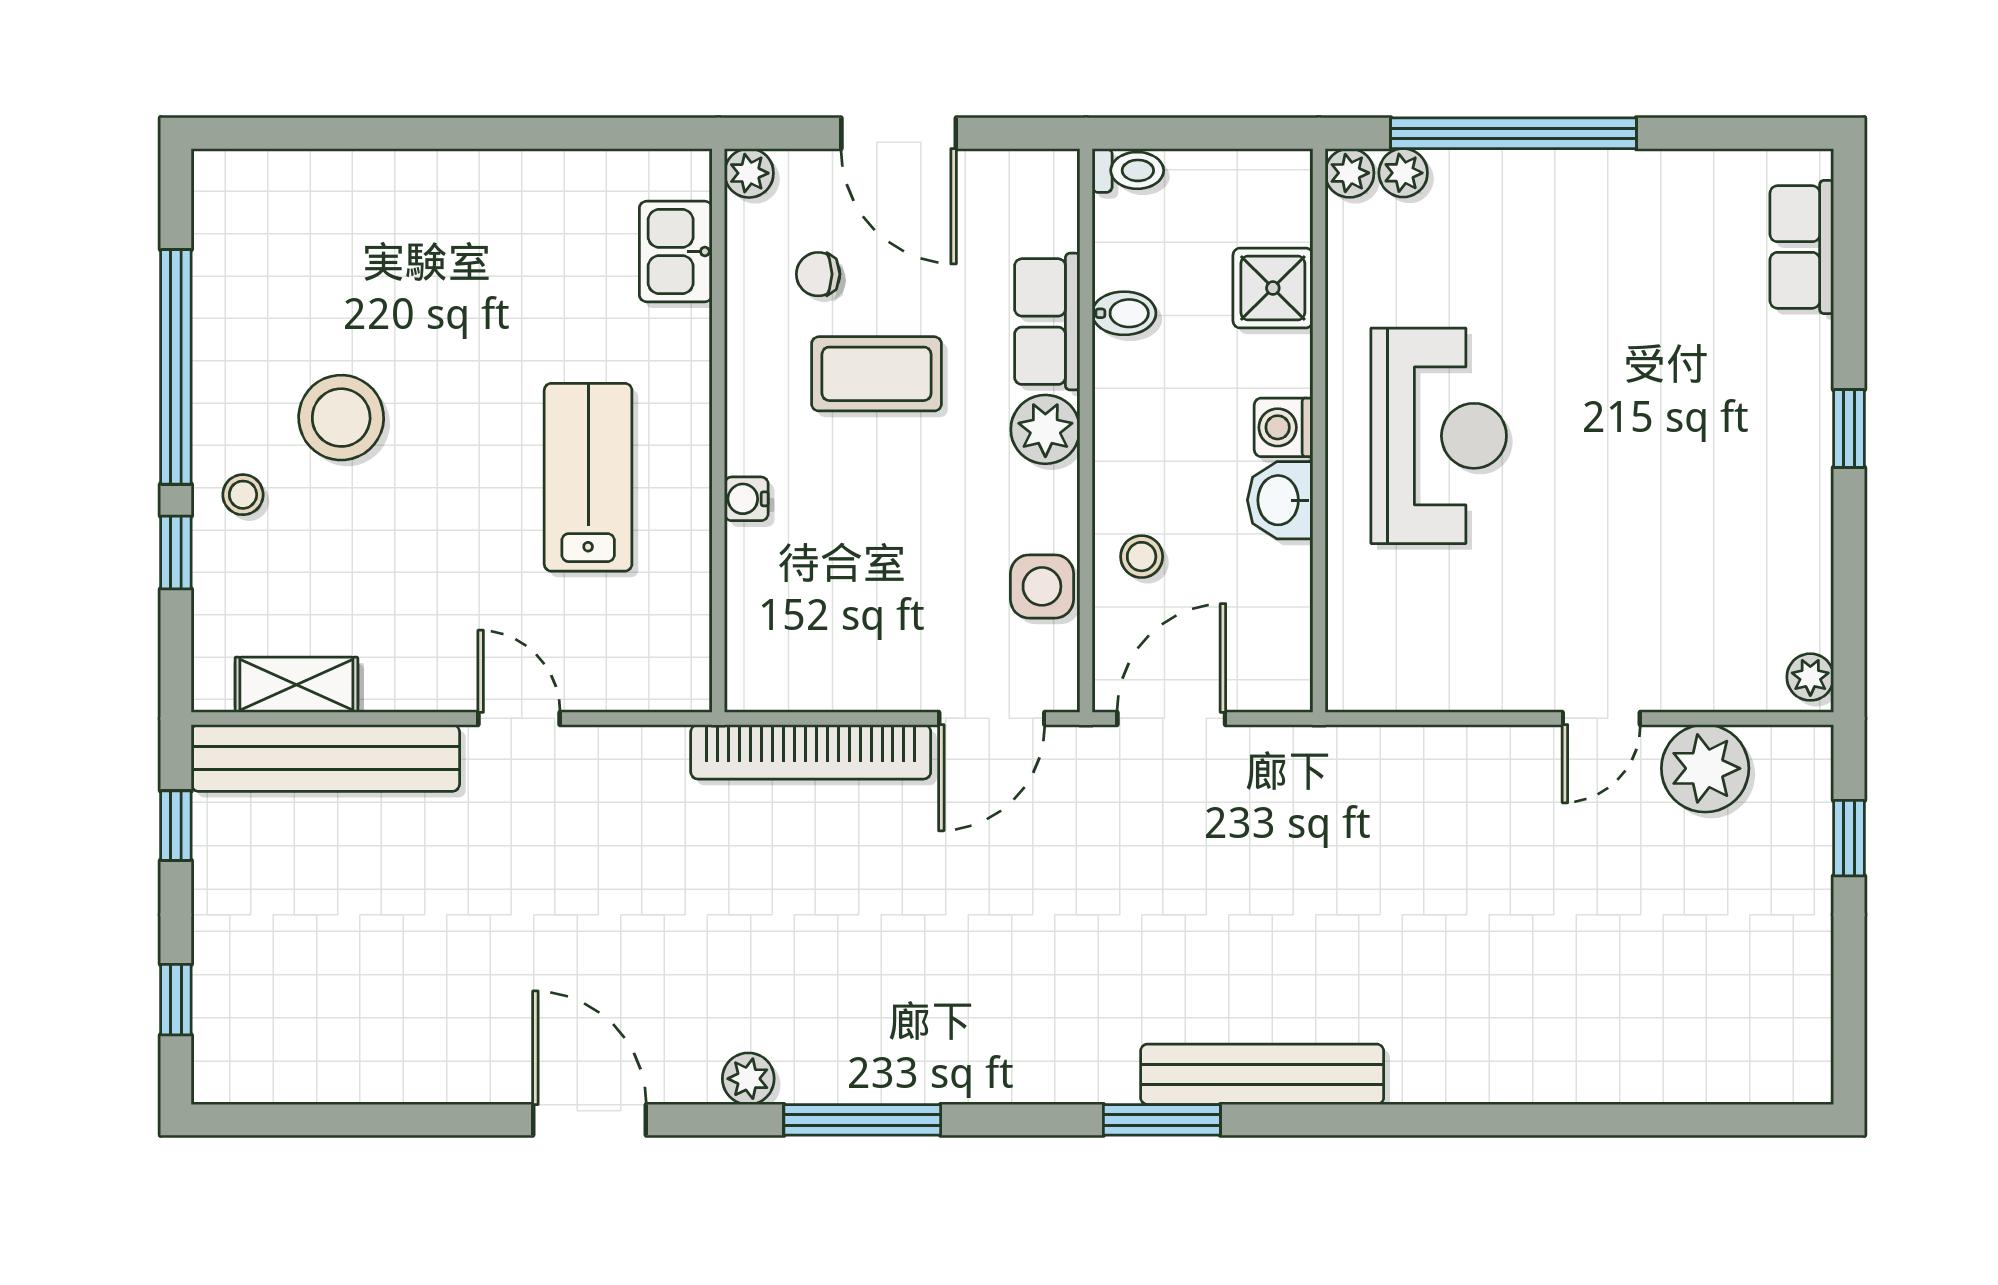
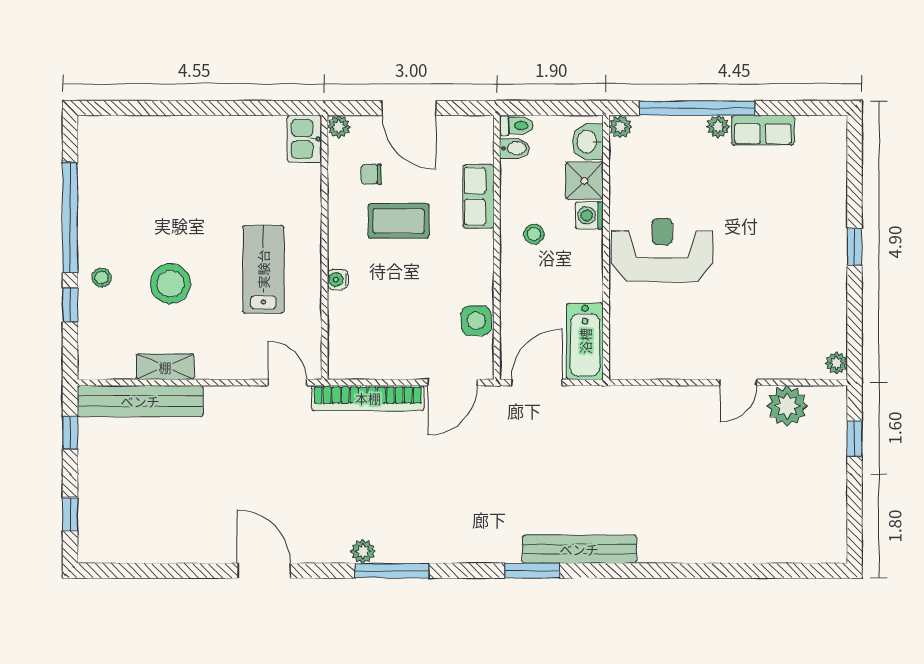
plant: (1403, 173) -> (718, 127), moved
row of seats: (1802, 247) -> (763, 130), moved, turned -90
kitchen sink: (676, 252) -> (304, 139), moved
bidet: (1124, 313) -> (515, 148), moved
stool: (341, 418) -> (170, 284), moved
washing machine: (1283, 427) -> (589, 215), moved
plant: (1045, 429) -> (478, 247), removed
reception desk: (1439, 436) -> (662, 250), turned -90
washbasin: (1280, 500) -> (588, 142), moved
stool: (1142, 557) -> (534, 234), moved
bathtub: (1274, 630) -> (585, 341), added
shelving: (296, 685) -> (165, 367), moved
door: (519, 718) -> (287, 382), moved
plant: (748, 1079) -> (363, 551), moved

